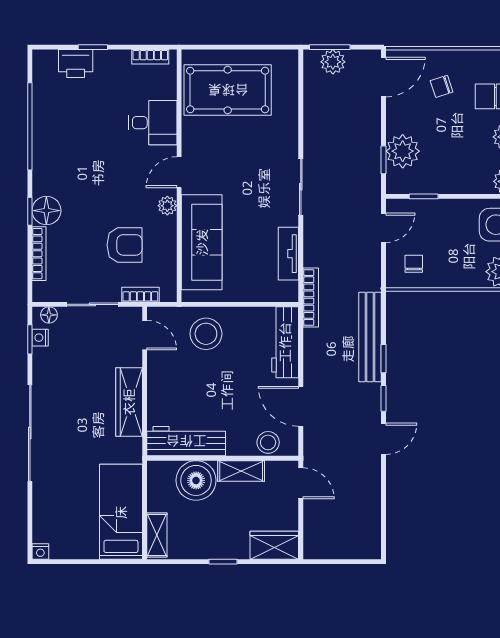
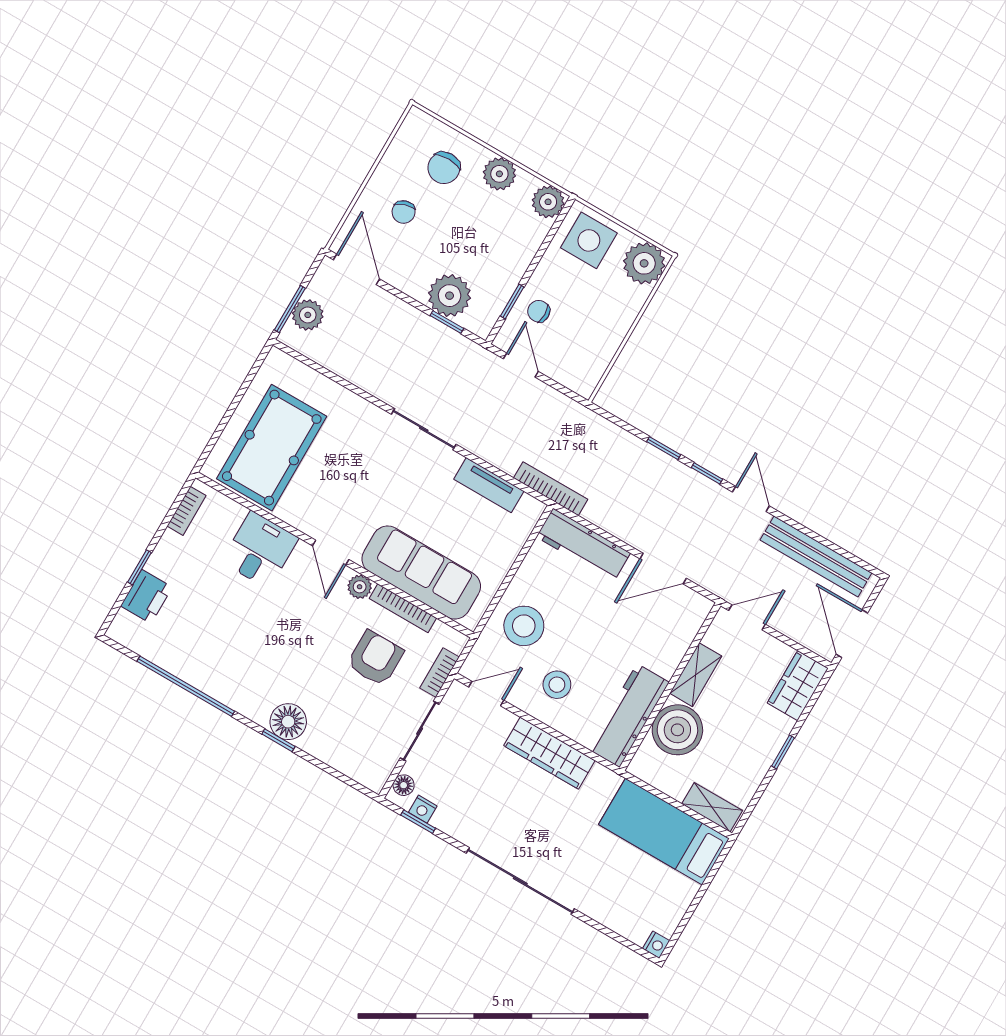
bookcase: (39, 254) -> (403, 608), moved, turned 180
chair: (414, 264) -> (539, 311), moved
bench: (370, 337) -> (816, 556), moved
stool: (268, 442) -> (557, 685), moved
door: (331, 562) -> (852, 634), added

